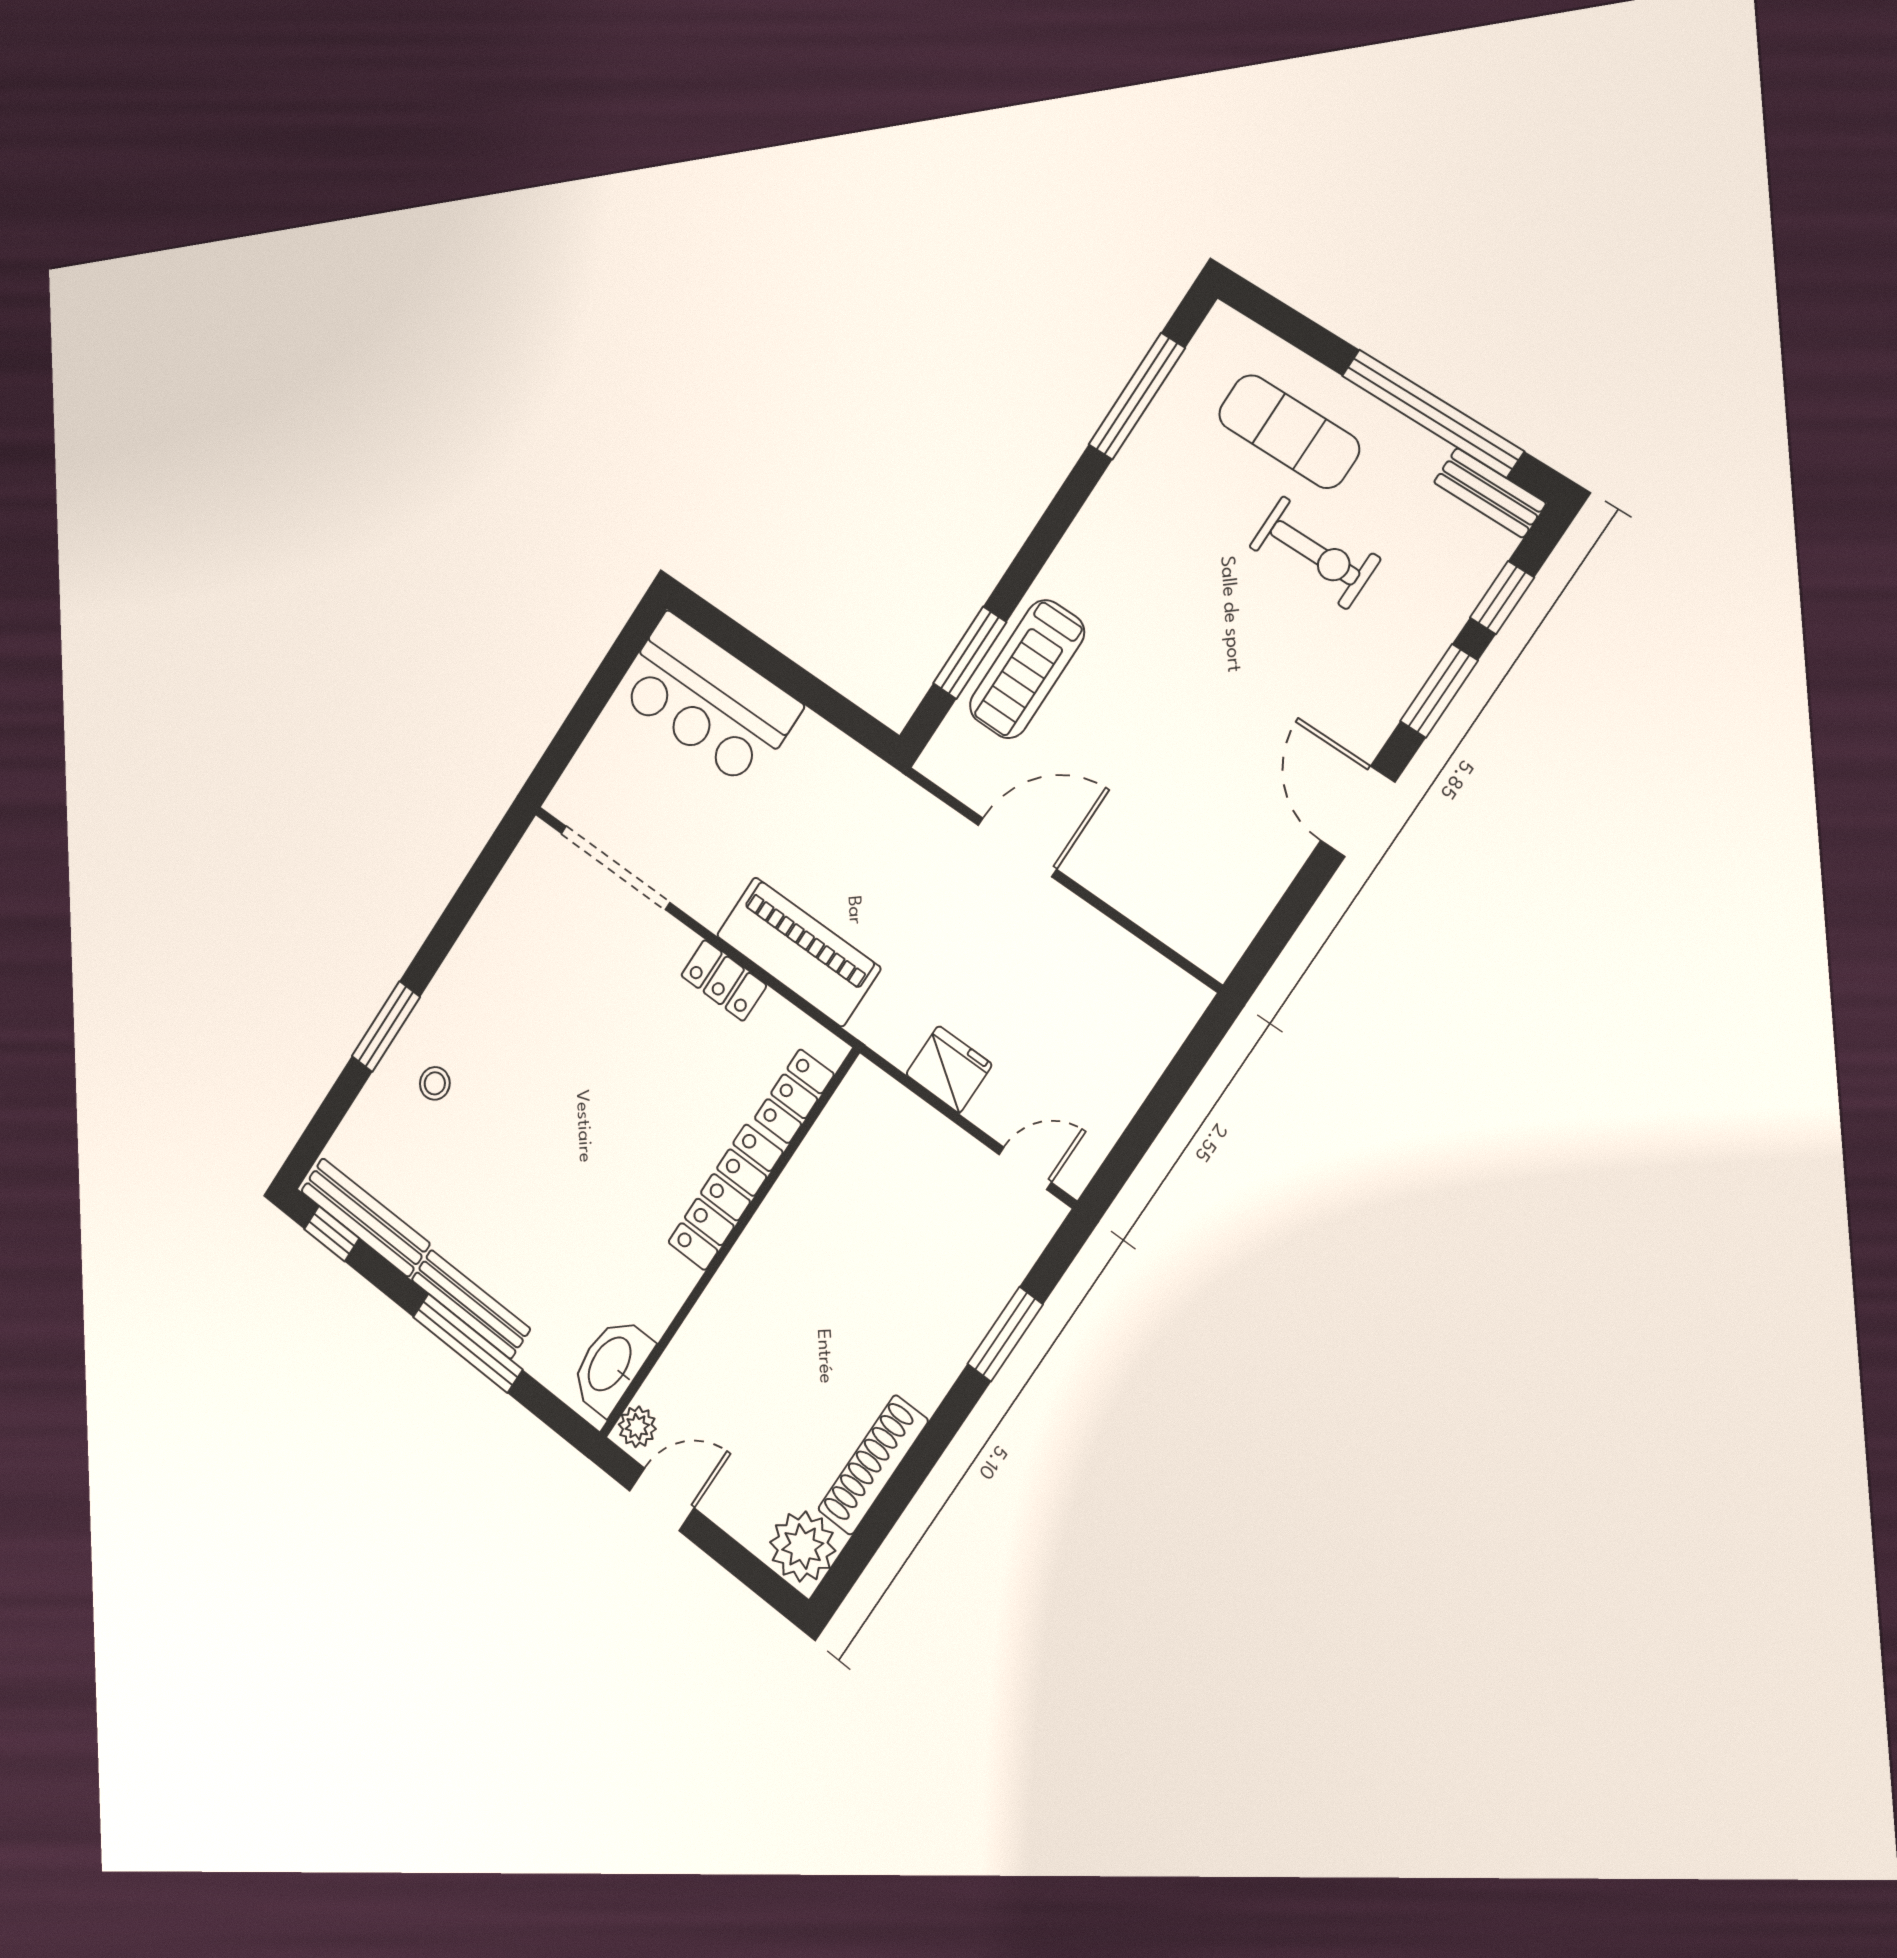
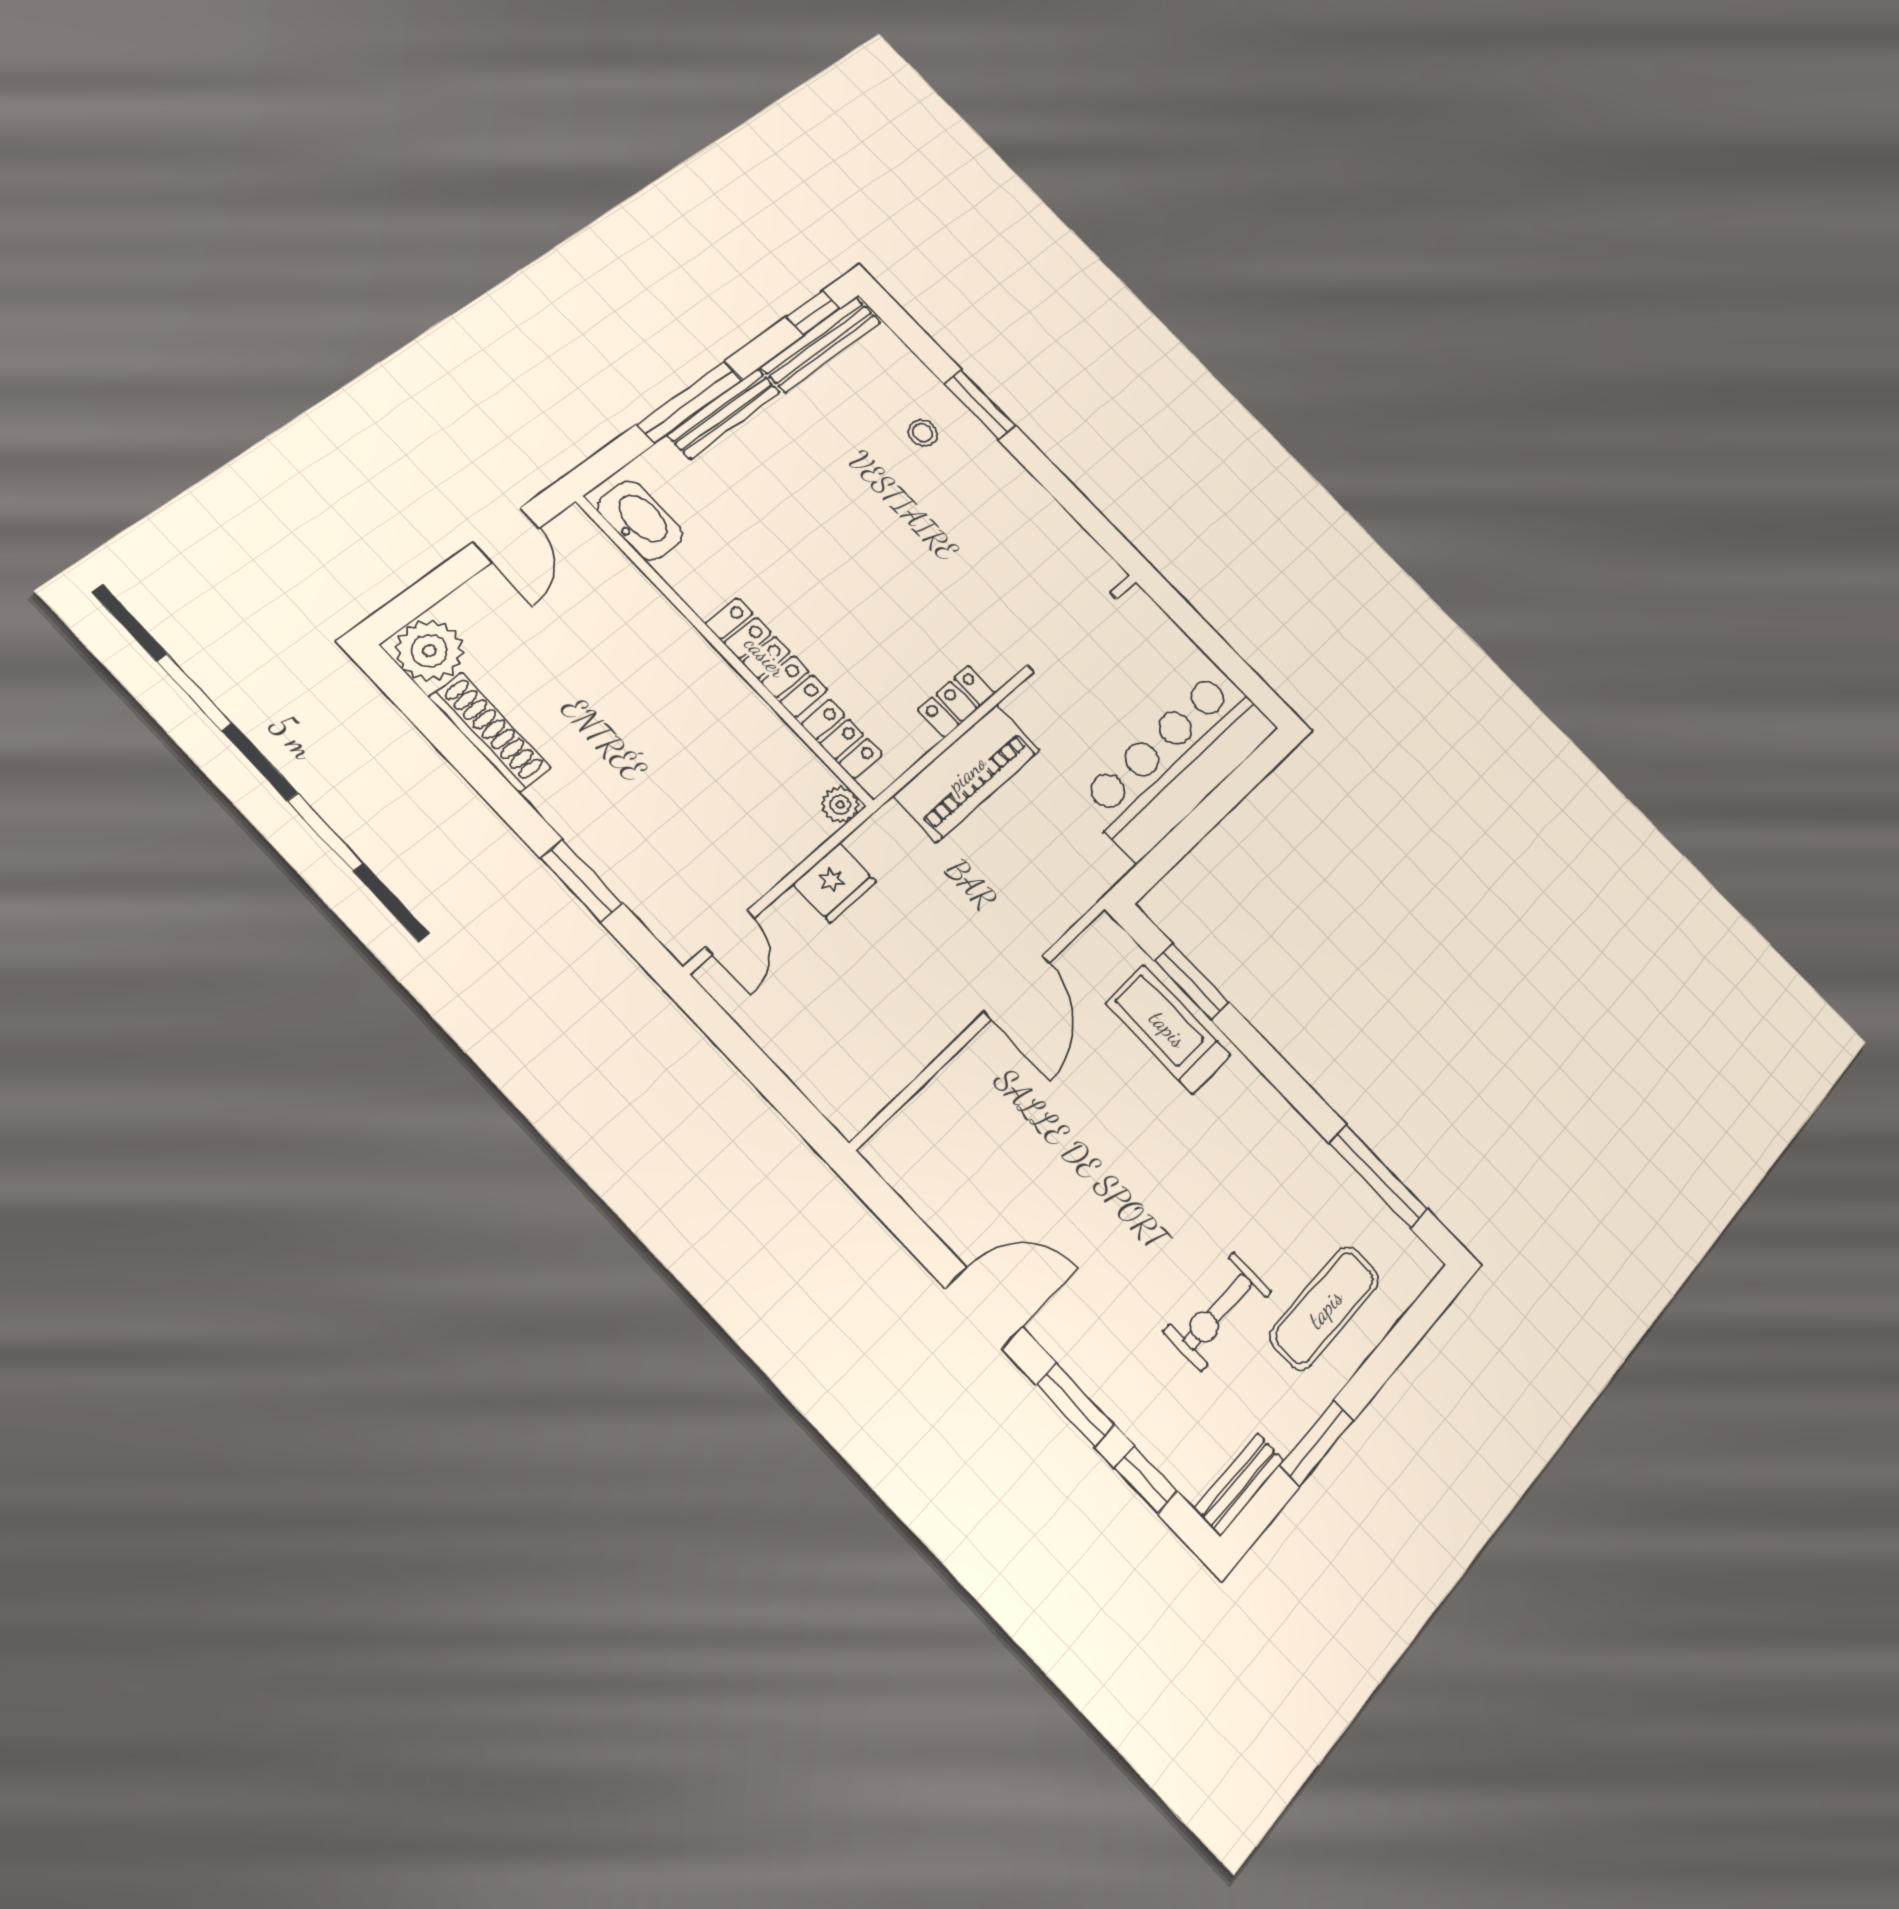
window: (1432, 413) -> (1317, 1443), width x0.47
bar counter: (708, 700) -> (1178, 763), width x1.36
plant: (637, 1427) -> (840, 805), moved

